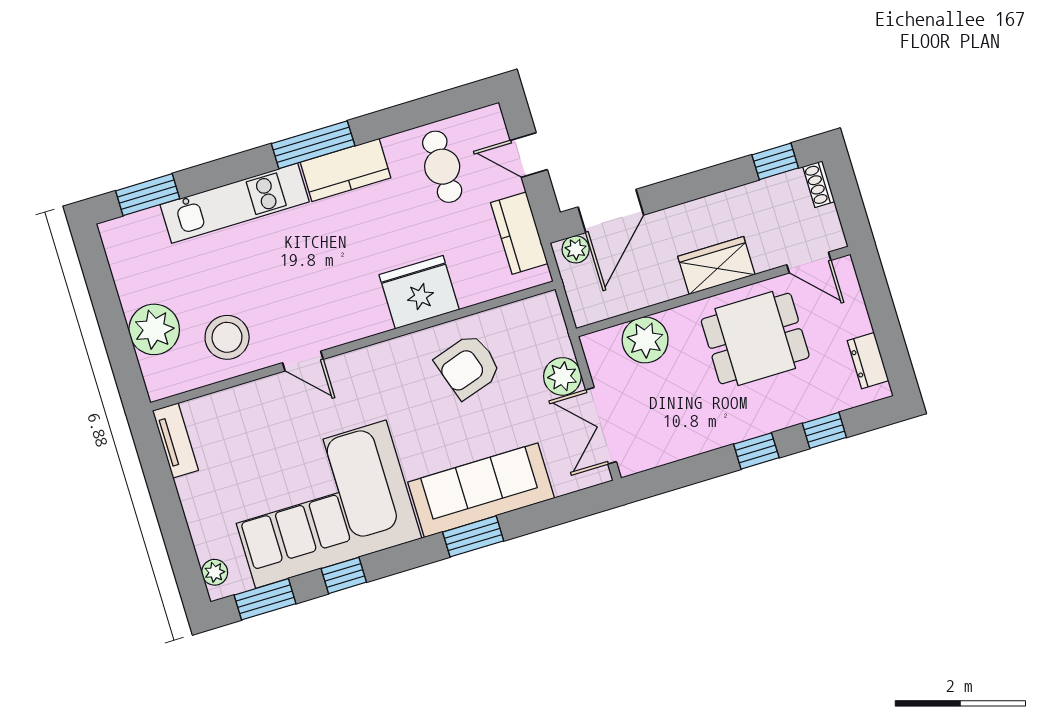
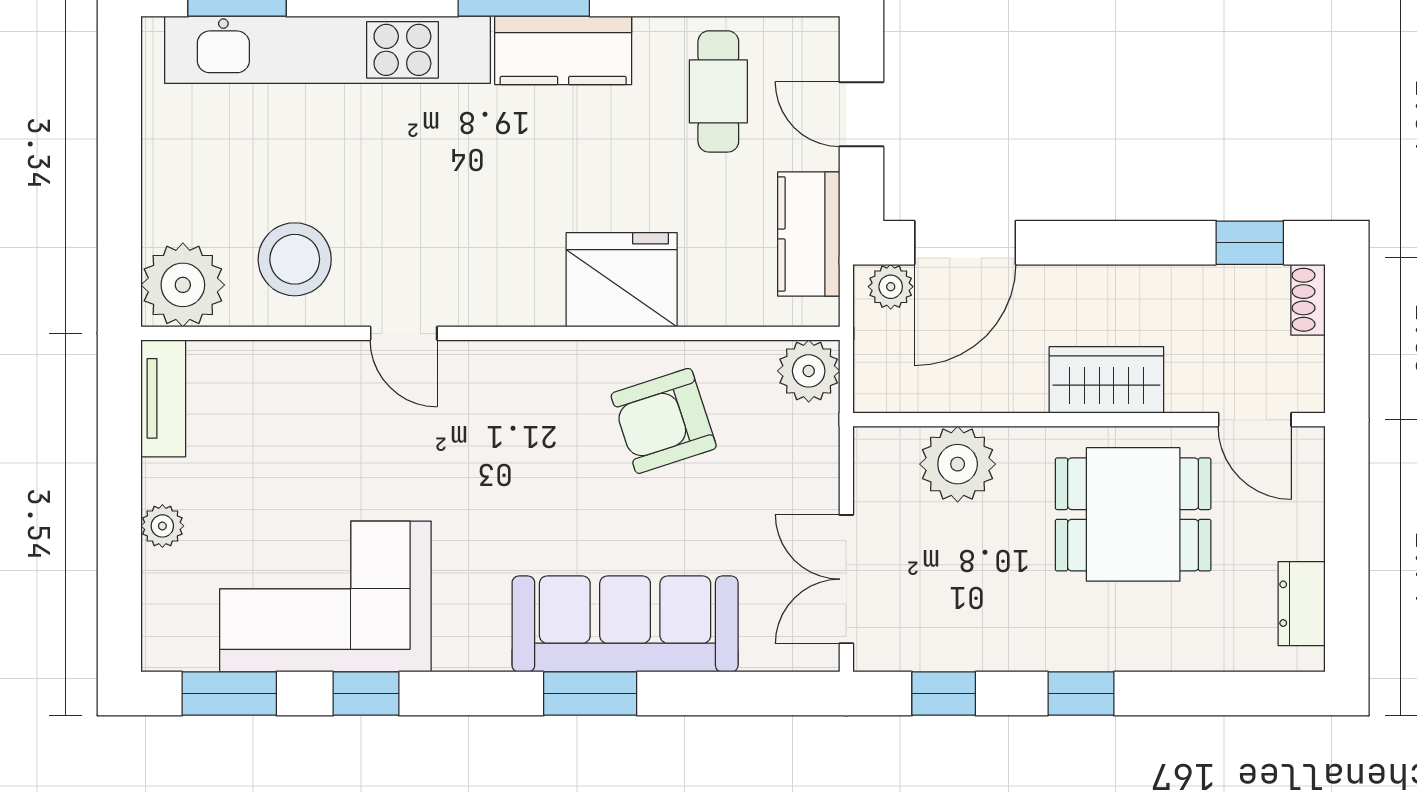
kitchen unit: (235, 203) -> (328, 50), width x1.36
plant: (154, 329) -> (183, 285), moved
plant: (562, 376) -> (809, 371), moved
window: (824, 430) -> (944, 694), moved
corner sofa: (321, 504) -> (325, 597), width x0.73, depth x0.74
plant: (215, 572) -> (162, 526), moved

